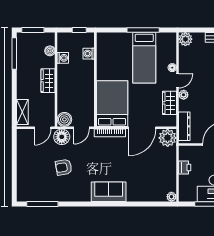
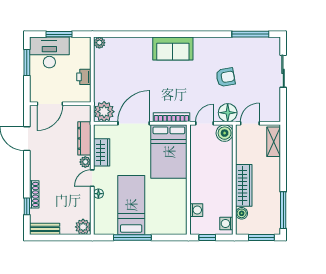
washing machine: (63, 58) -> (226, 224), moved
wardrobe: (48, 81) -> (244, 185), width x1.50
dresser: (184, 126) -> (84, 138), moved
sliding door: (14, 172) -> (283, 71), added

